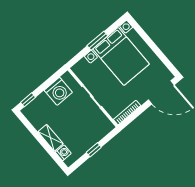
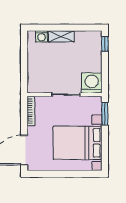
window: (97, 41) -> (105, 114), moved
washing machine: (58, 91) -> (92, 83), moved, turned 90
window: (94, 150) -> (24, 62), removed

